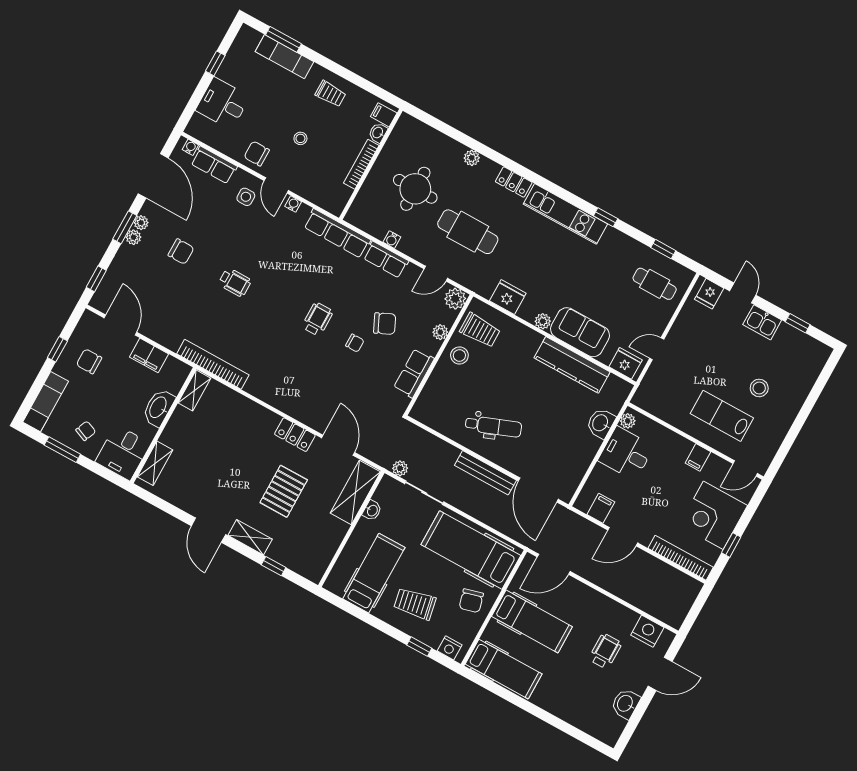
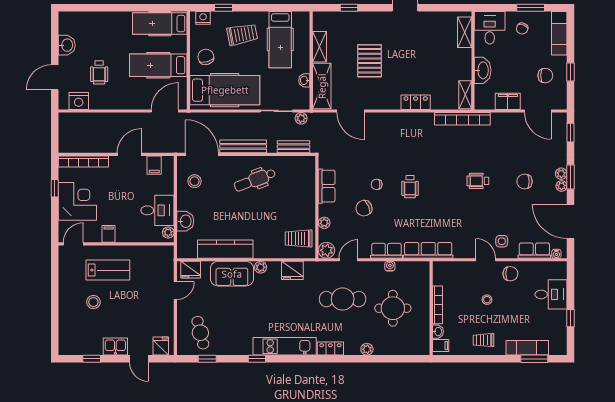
water cooler: (293, 204) -> (468, 254), removed
cafe table: (655, 284) -> (200, 333), turned 76
stool: (459, 356) -> (194, 181), moved
locker: (295, 435) -> (416, 102), moved
bench: (427, 440) -> (294, 147), added
shelving: (250, 537) -> (320, 47), moved, turned 90

